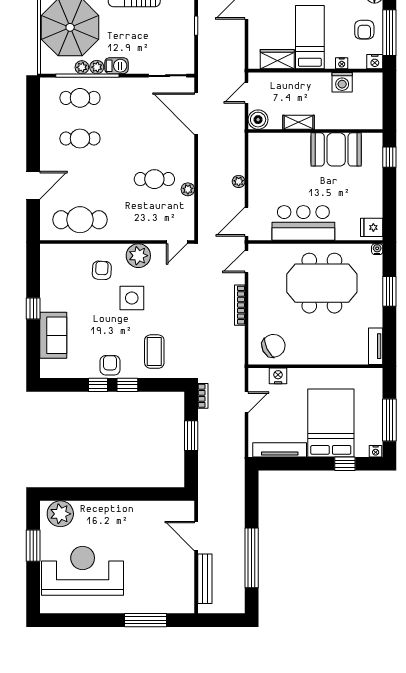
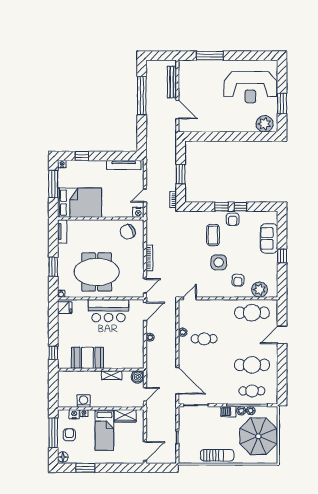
nightstand: (375, 62) -> (74, 414), moved
cafe table: (80, 138) -> (252, 365), width x1.37, depth x1.35
plant: (138, 256) -> (260, 290), moved
coffee table: (154, 352) -> (213, 235), moved
nightstand: (278, 376) -> (138, 212), moved
bed: (331, 423) -> (79, 203), moved, turned -90

